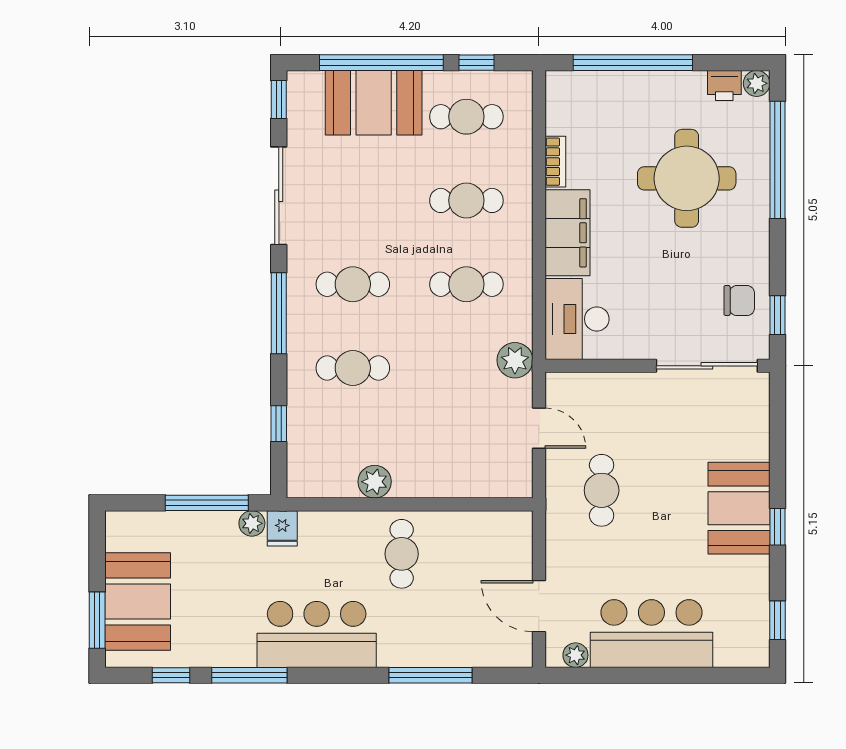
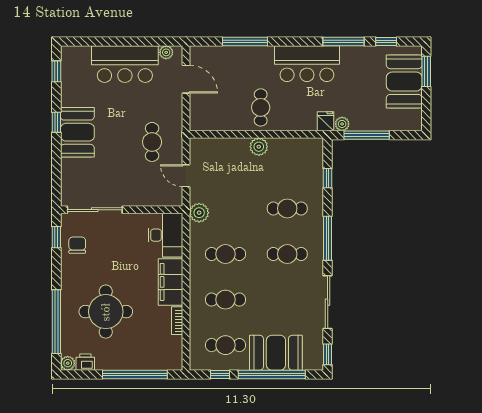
chair: (739, 301) -> (77, 245), turned 90
plant: (375, 482) -> (259, 147), moved

